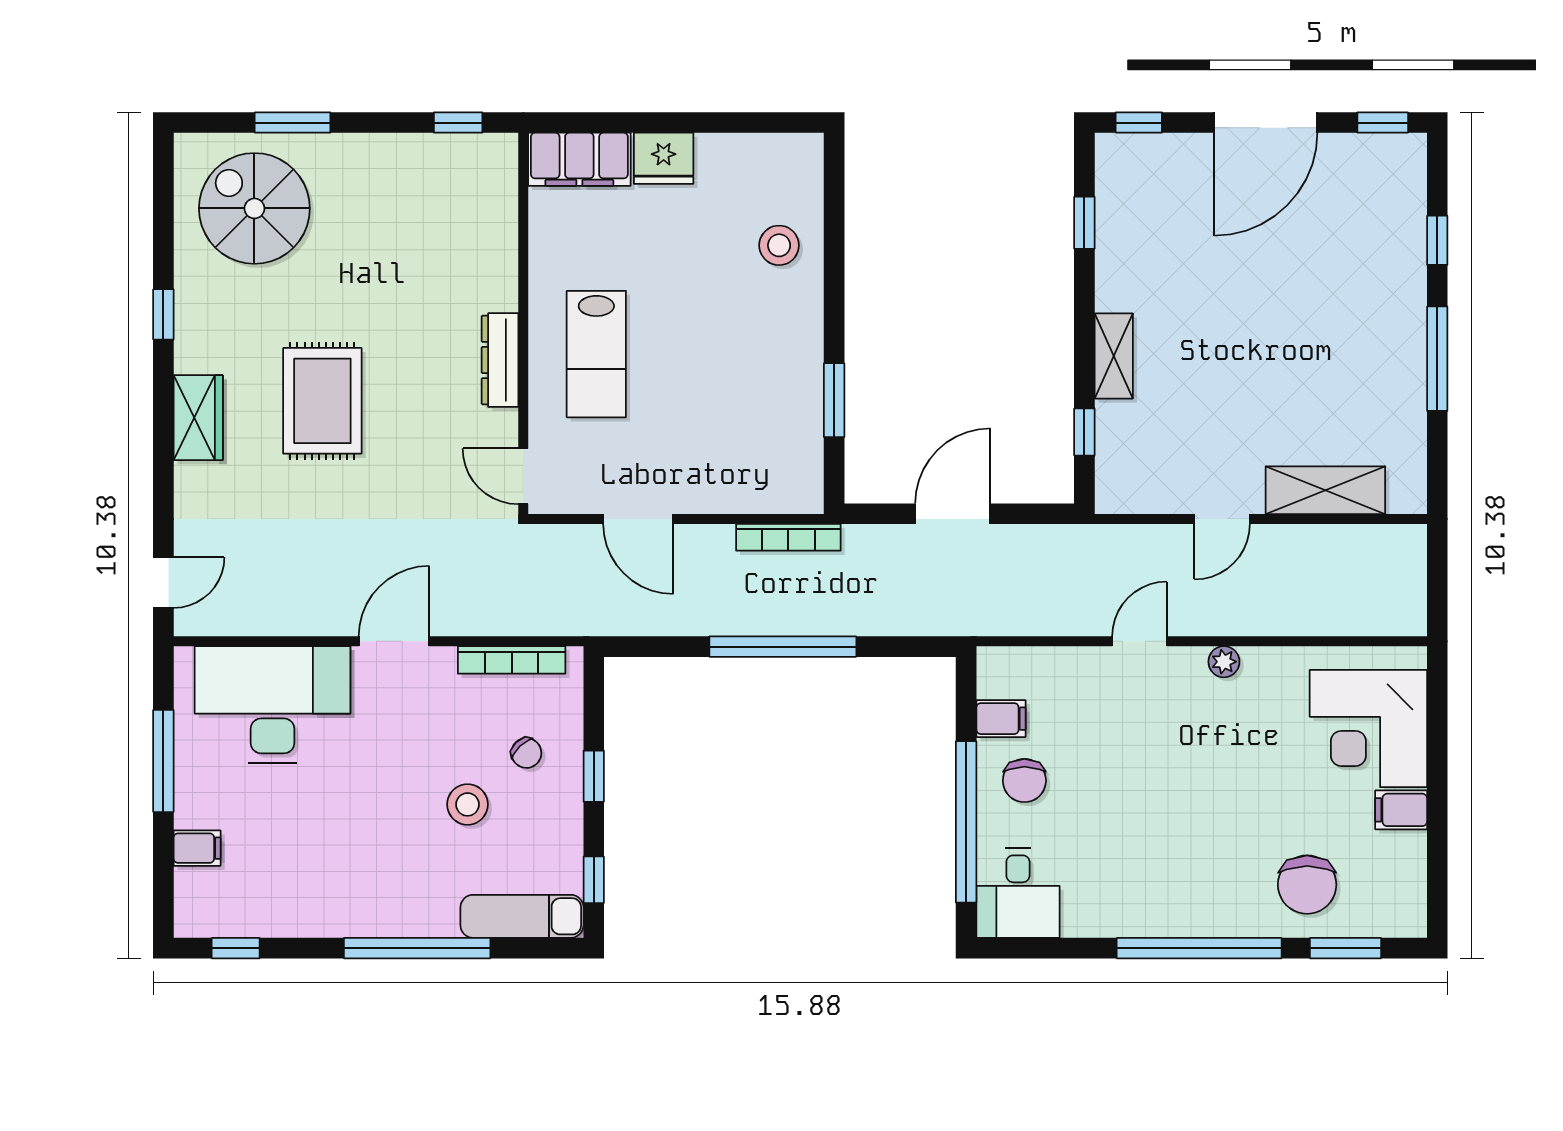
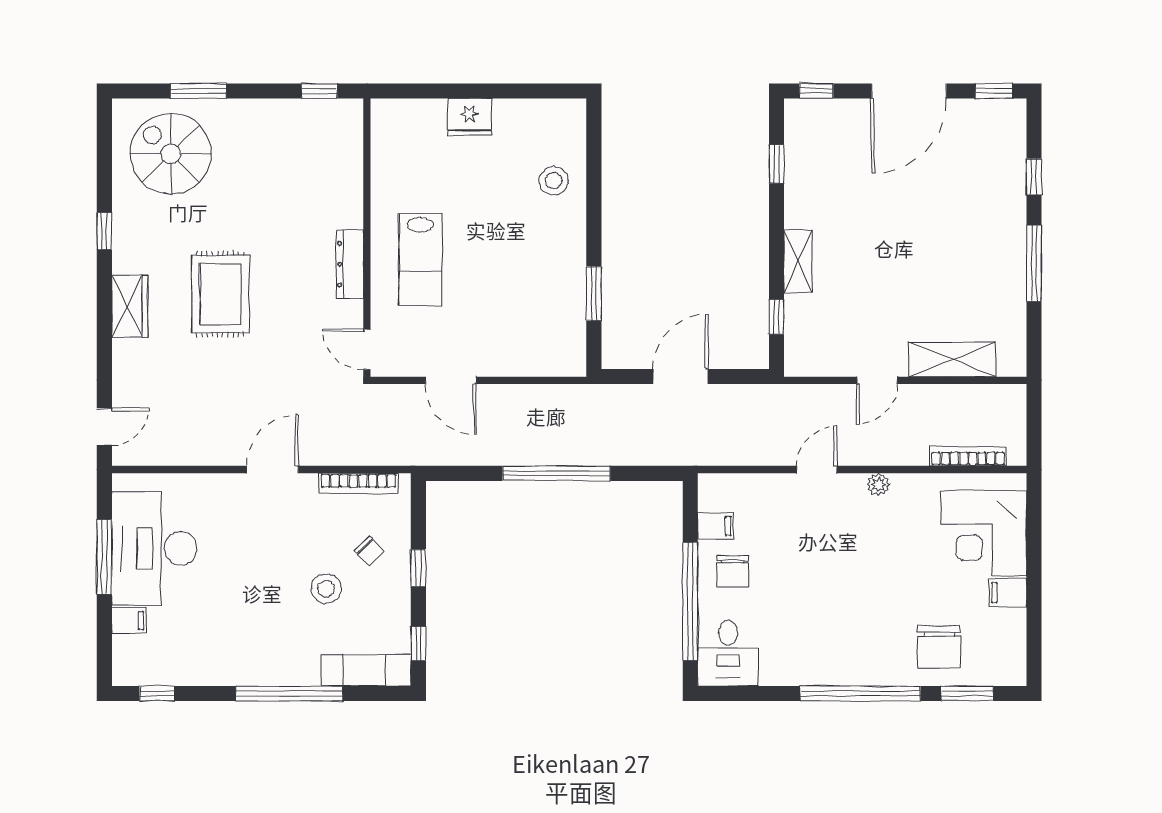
filing cabinet: (579, 159) -> (408, 118), removed
bookcase: (788, 537) -> (968, 456), moved, turned 180
desk: (272, 704) -> (154, 548), moved, turned -90

